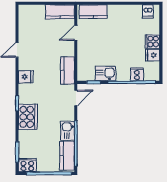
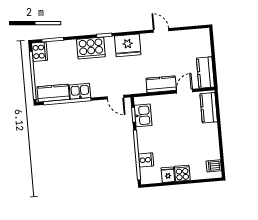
door: (76, 33) -> (185, 91), hinge flipped
kitchen counter: (67, 70) -> (161, 84), moved
kitchen sink: (105, 73) -> (143, 115), moved
fridge: (26, 77) -> (128, 45), width x1.88, depth x1.34

